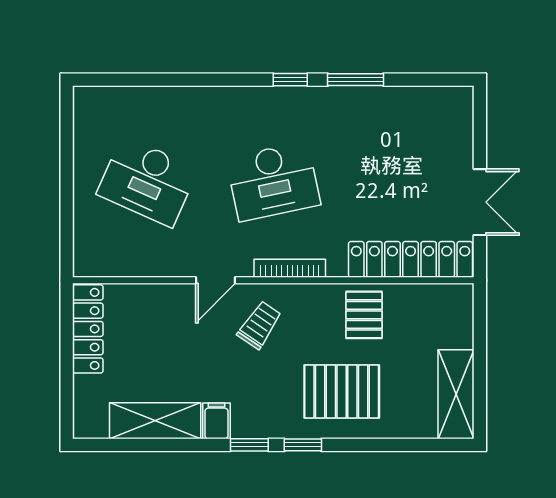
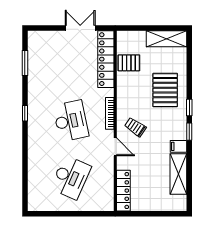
window: (355, 80) -> (25, 63), moved
pallet: (364, 315) -> (129, 63), moved
locker: (88, 329) -> (123, 191), moved, turned 90

